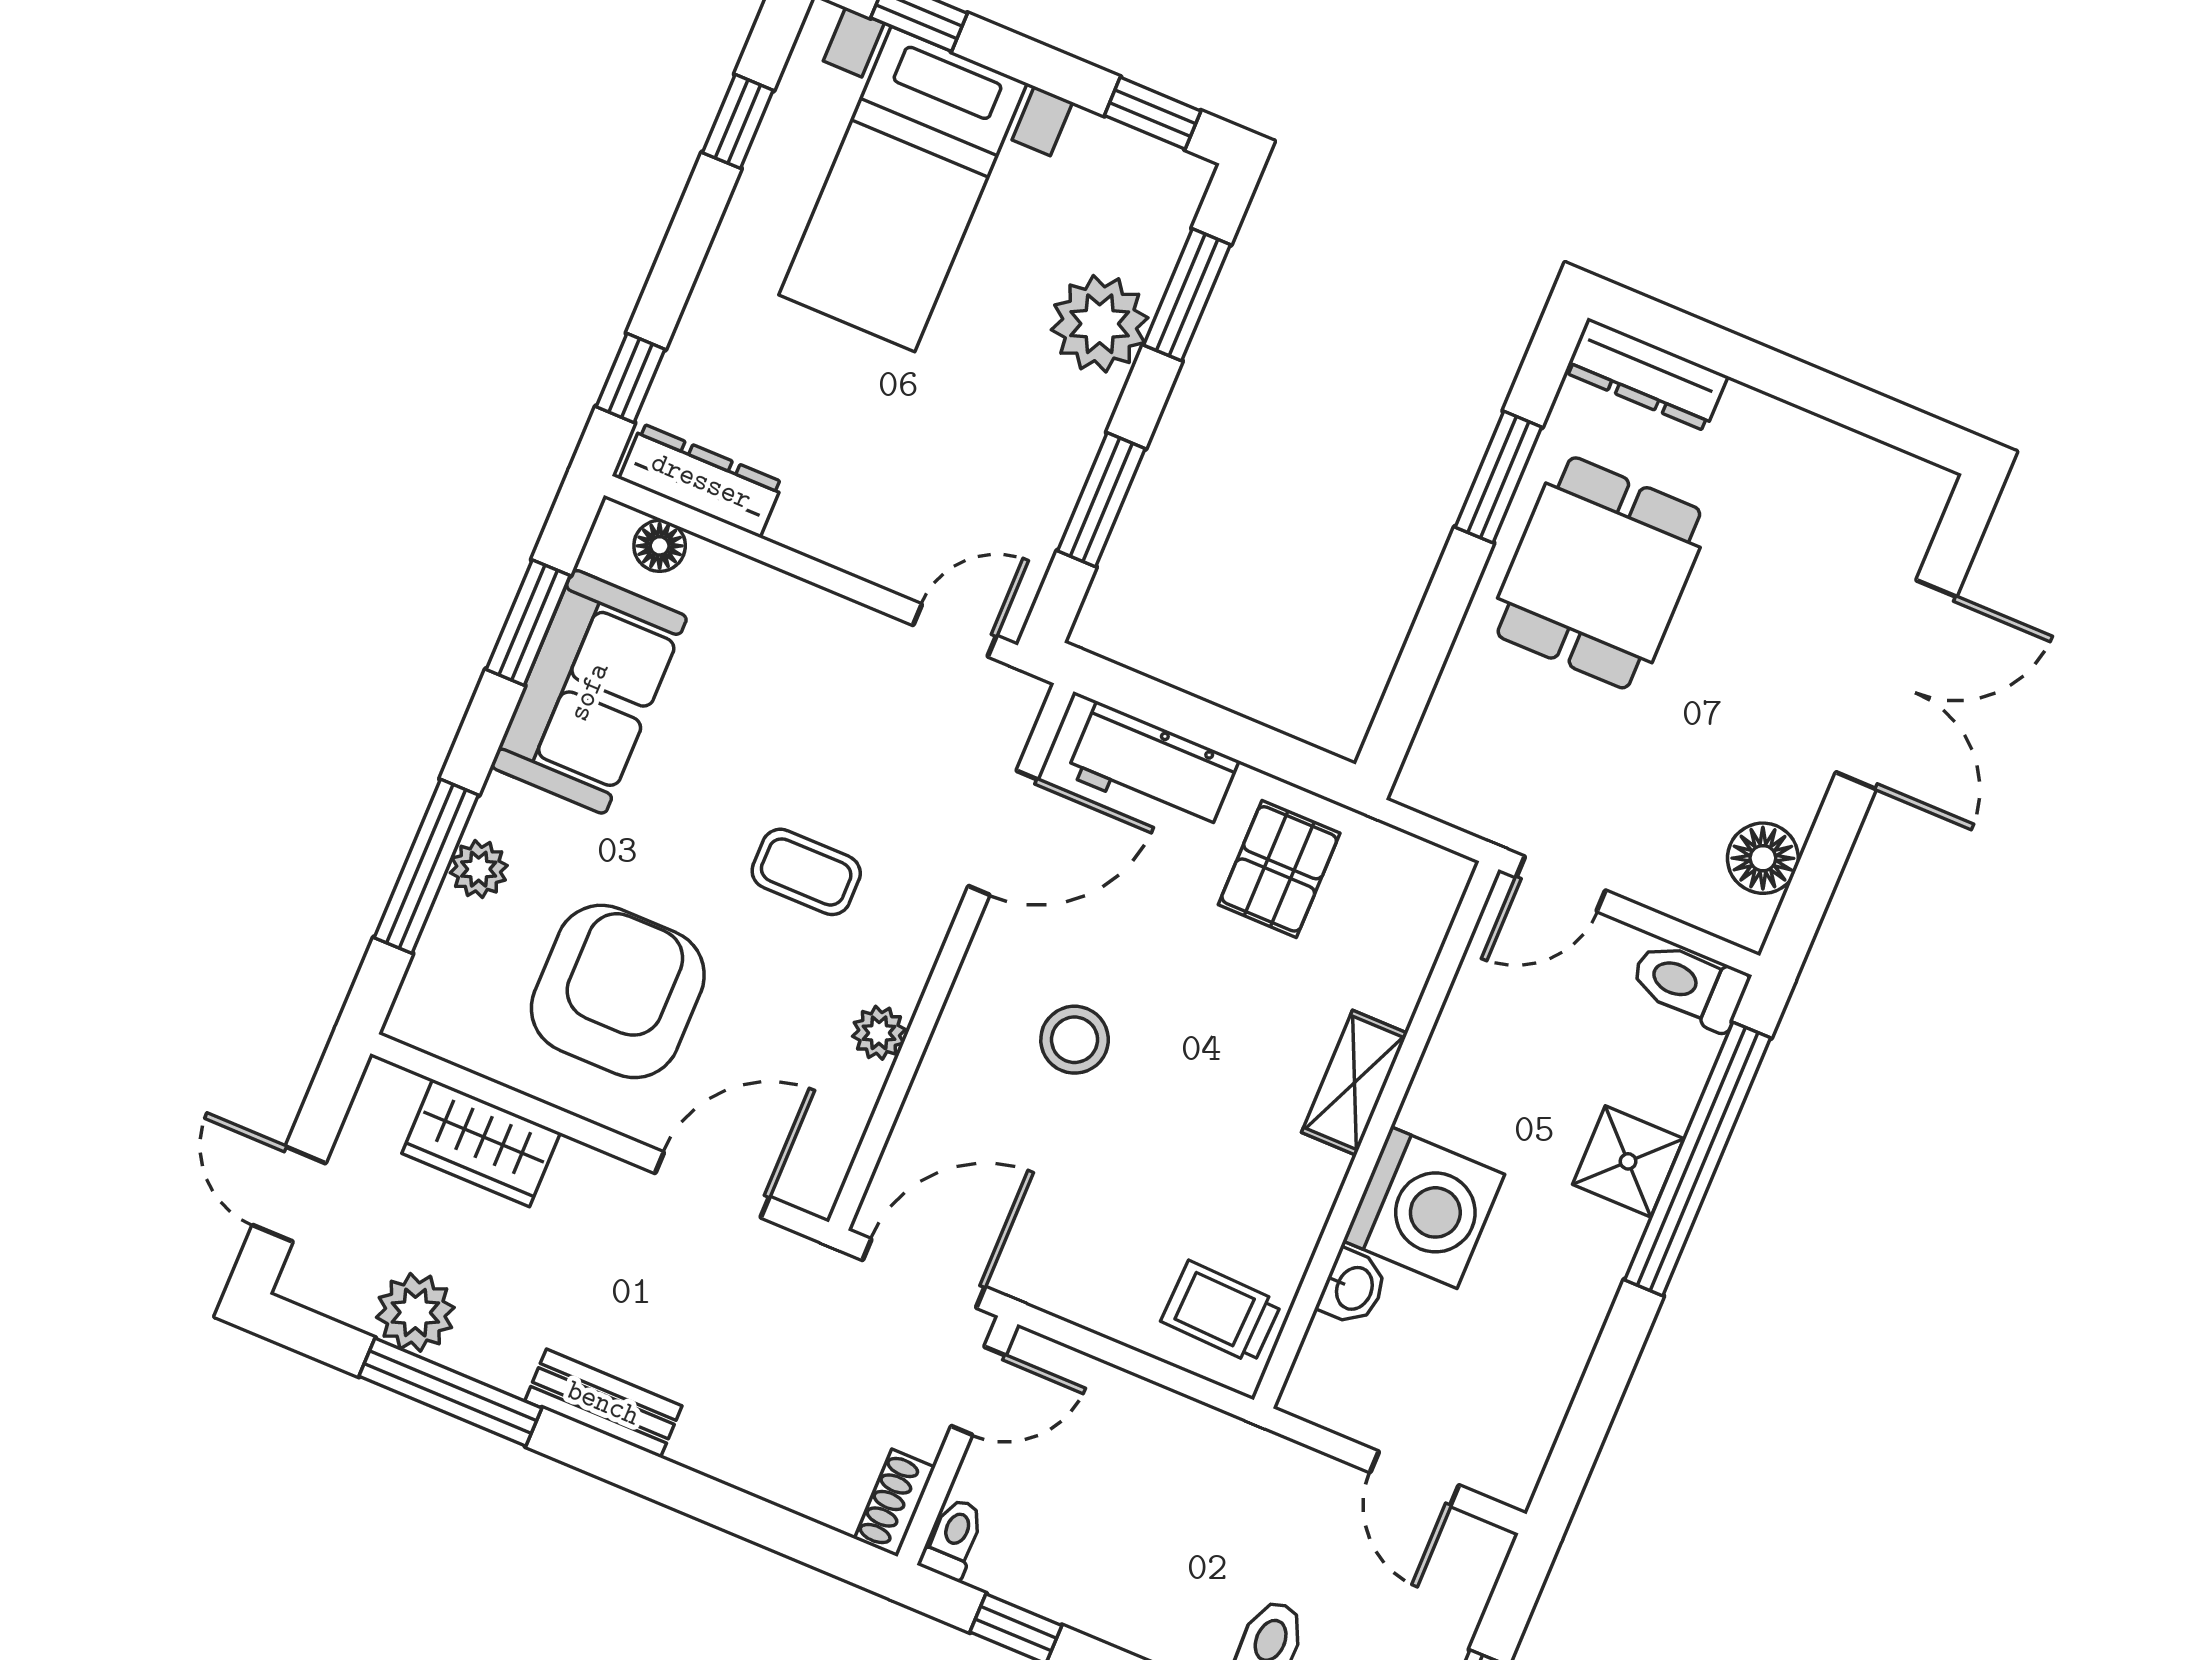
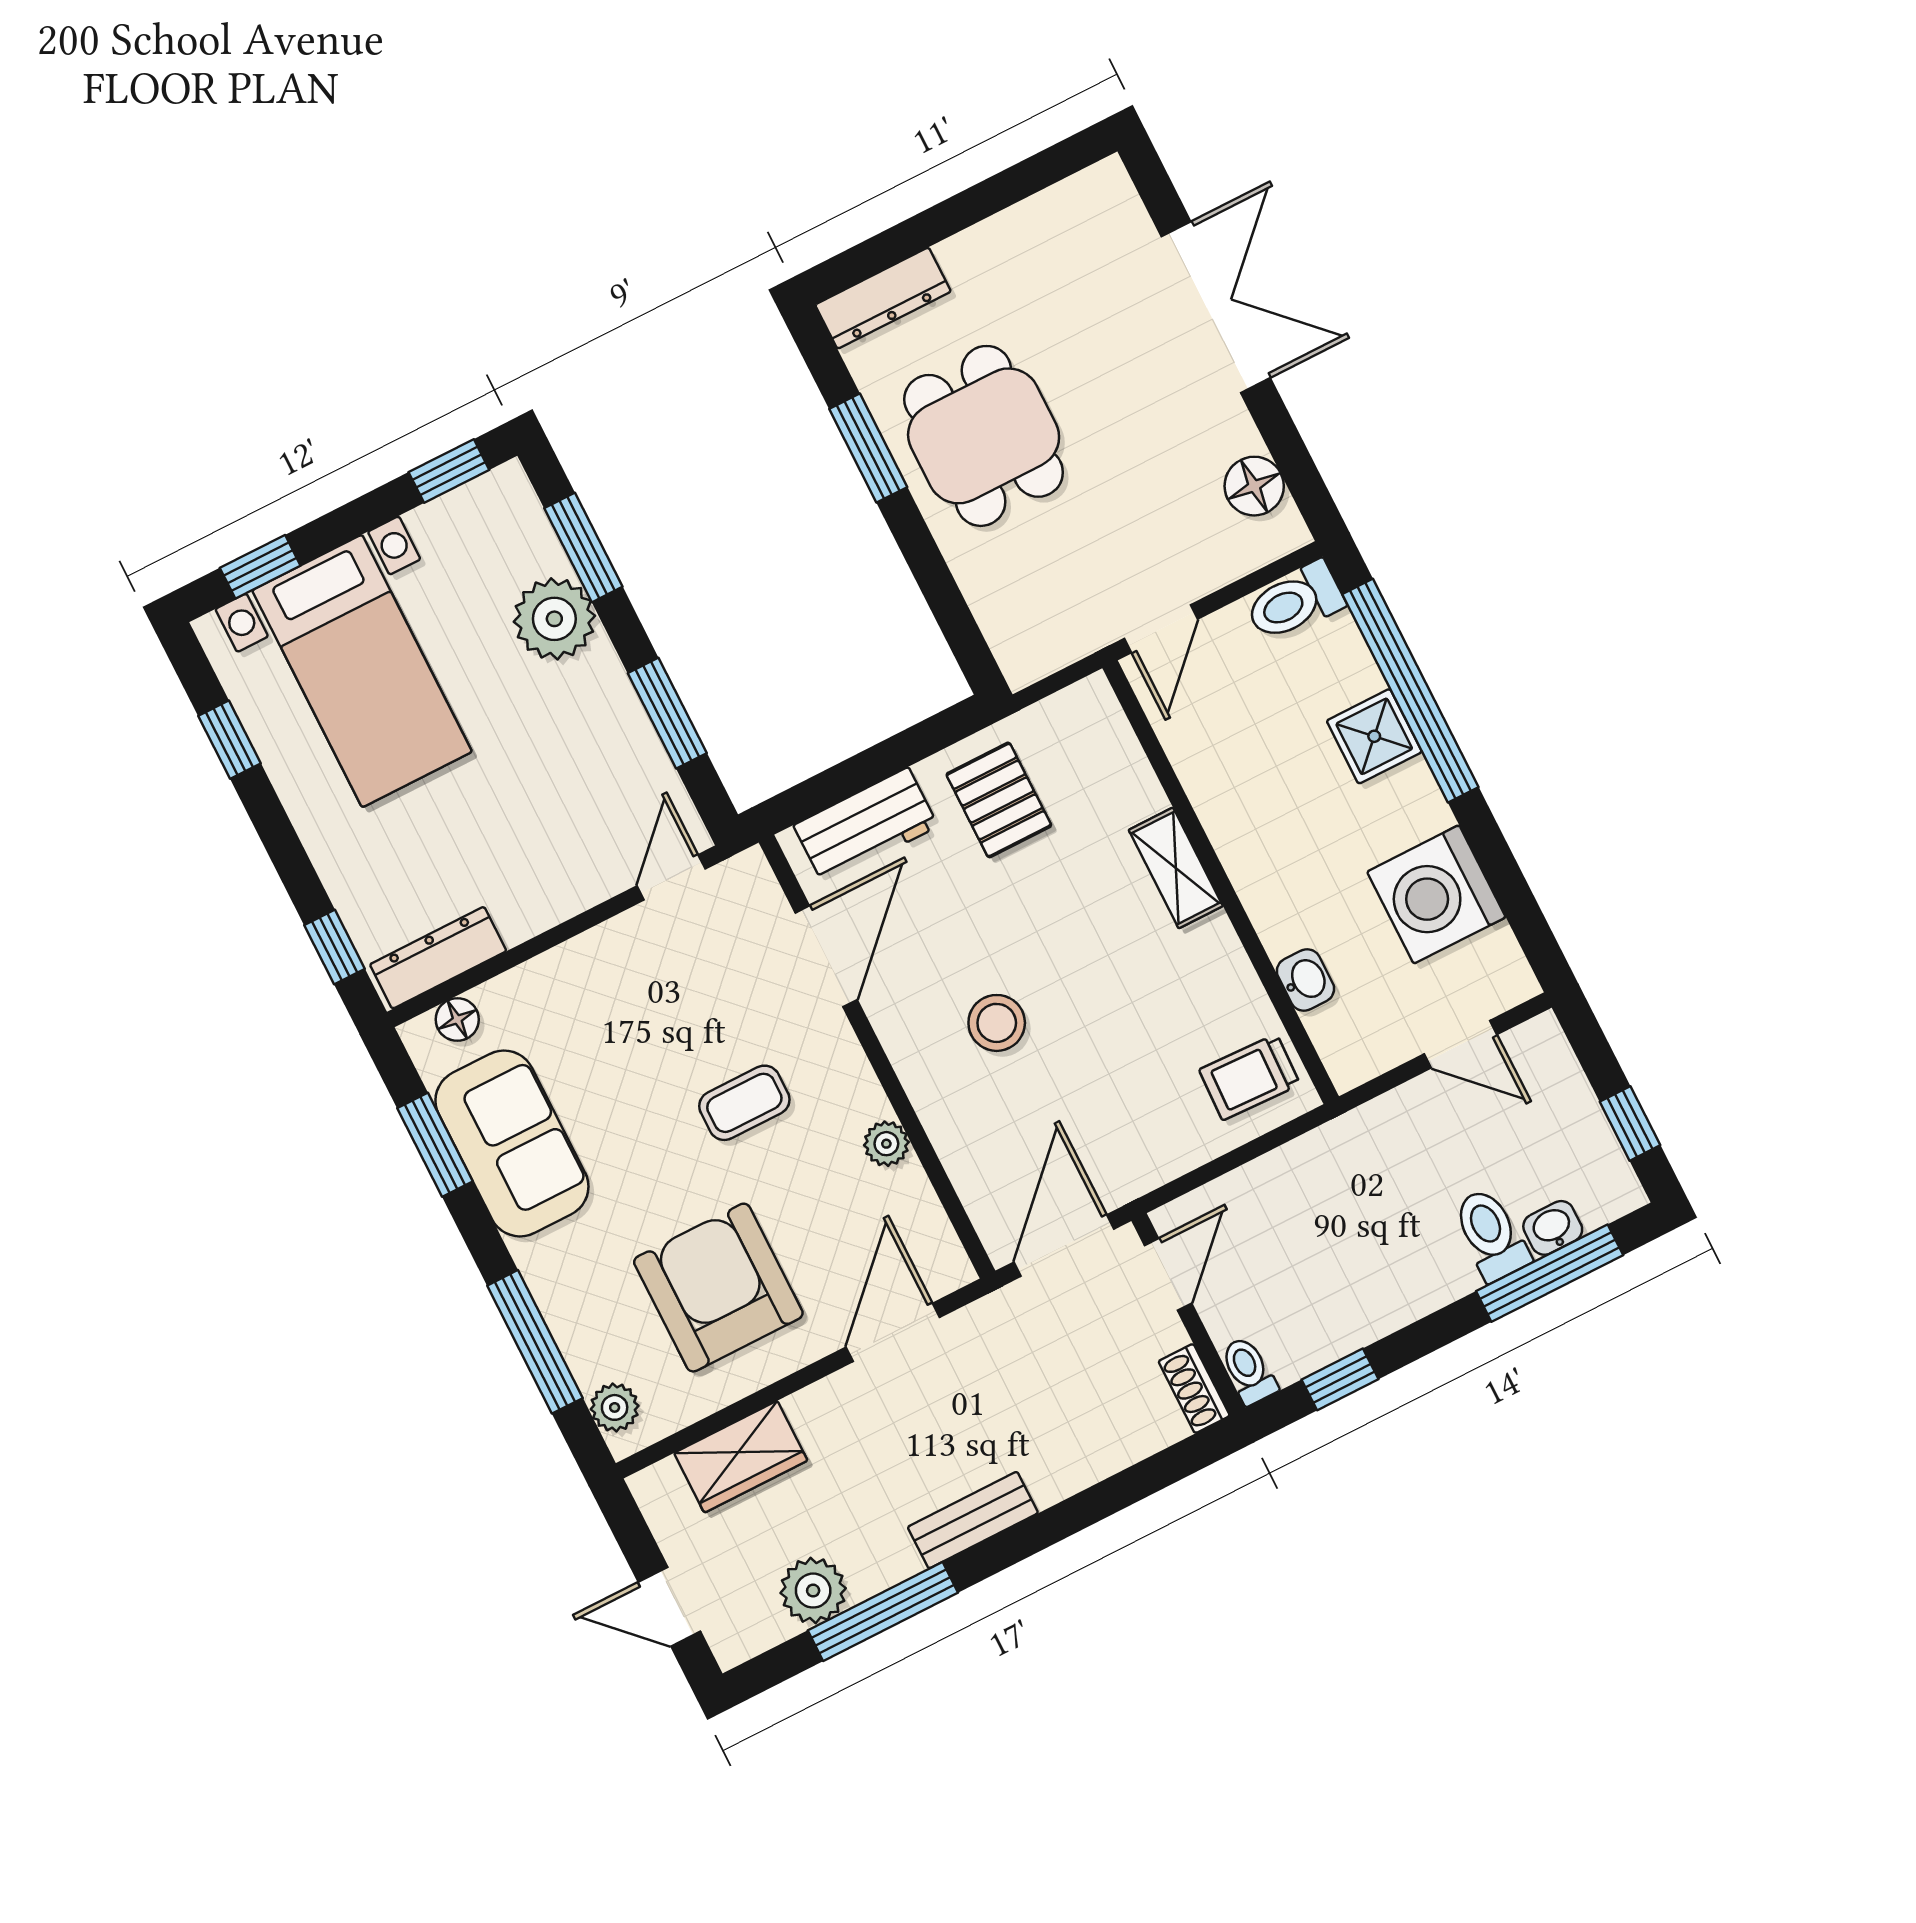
plant: (479, 869) -> (615, 1407), moved
washing machine: (1424, 1208) -> (1436, 894), moved, turned 180

